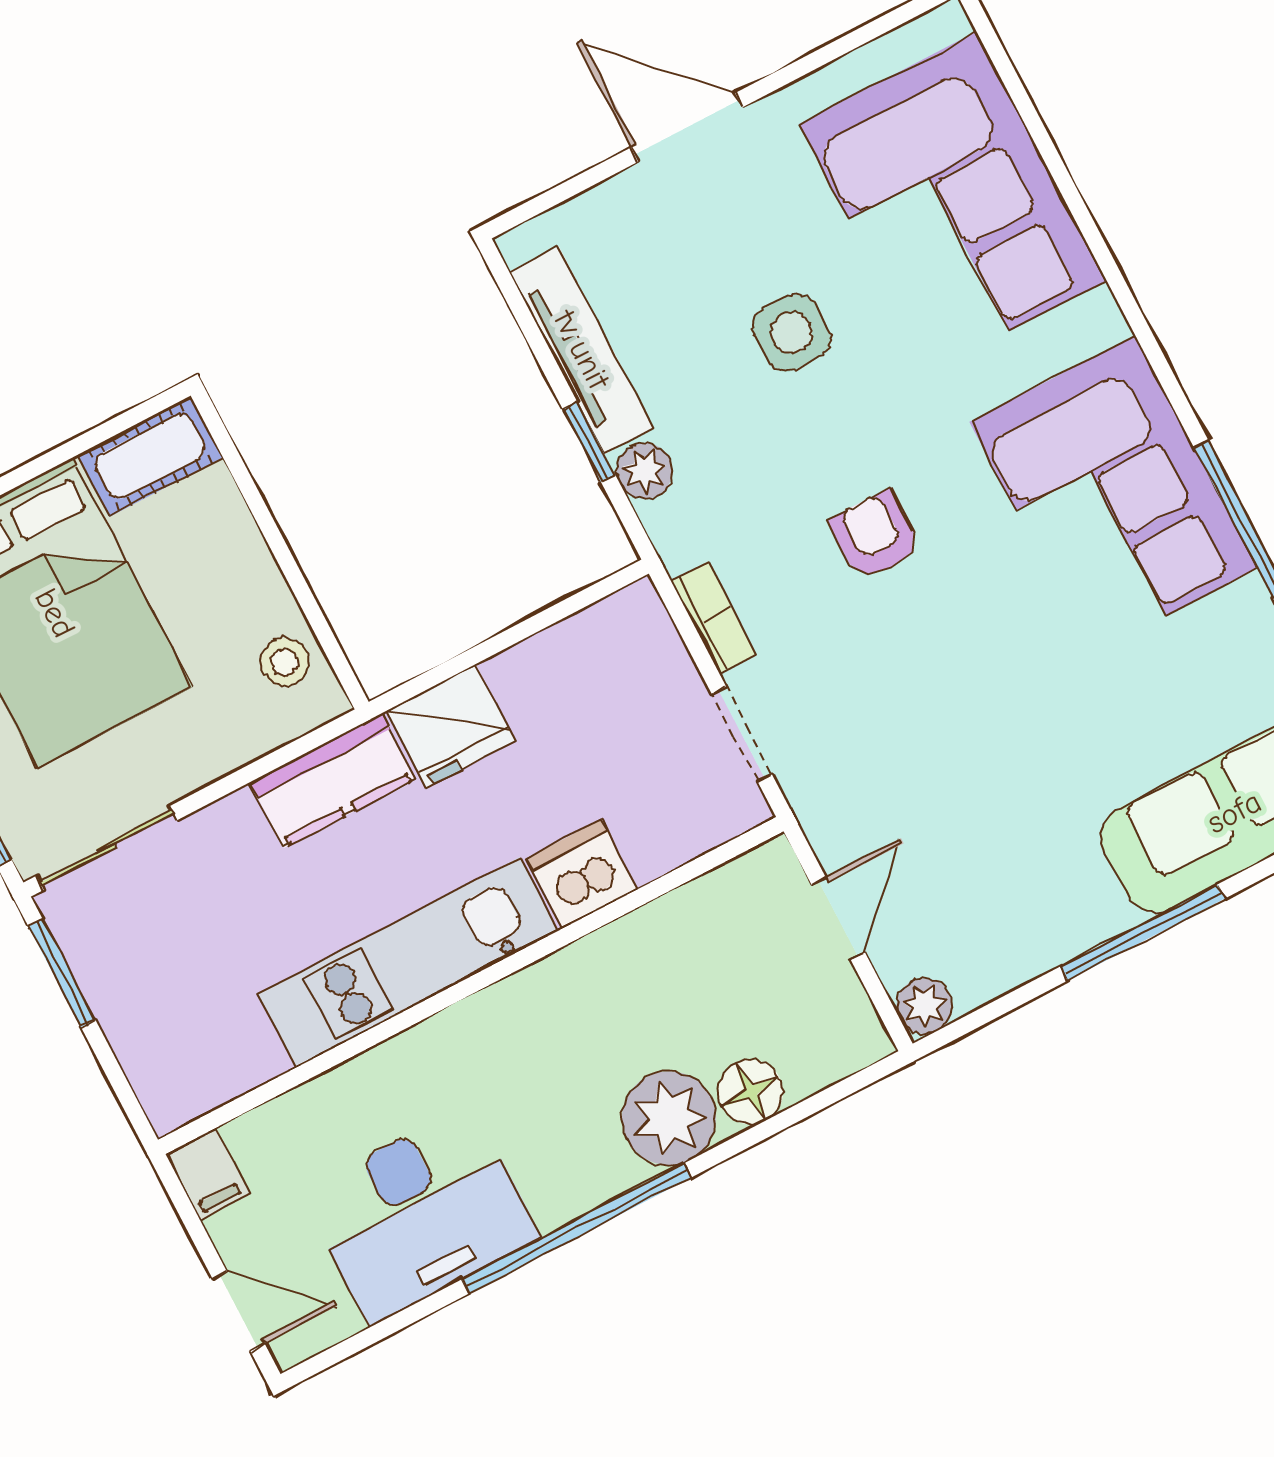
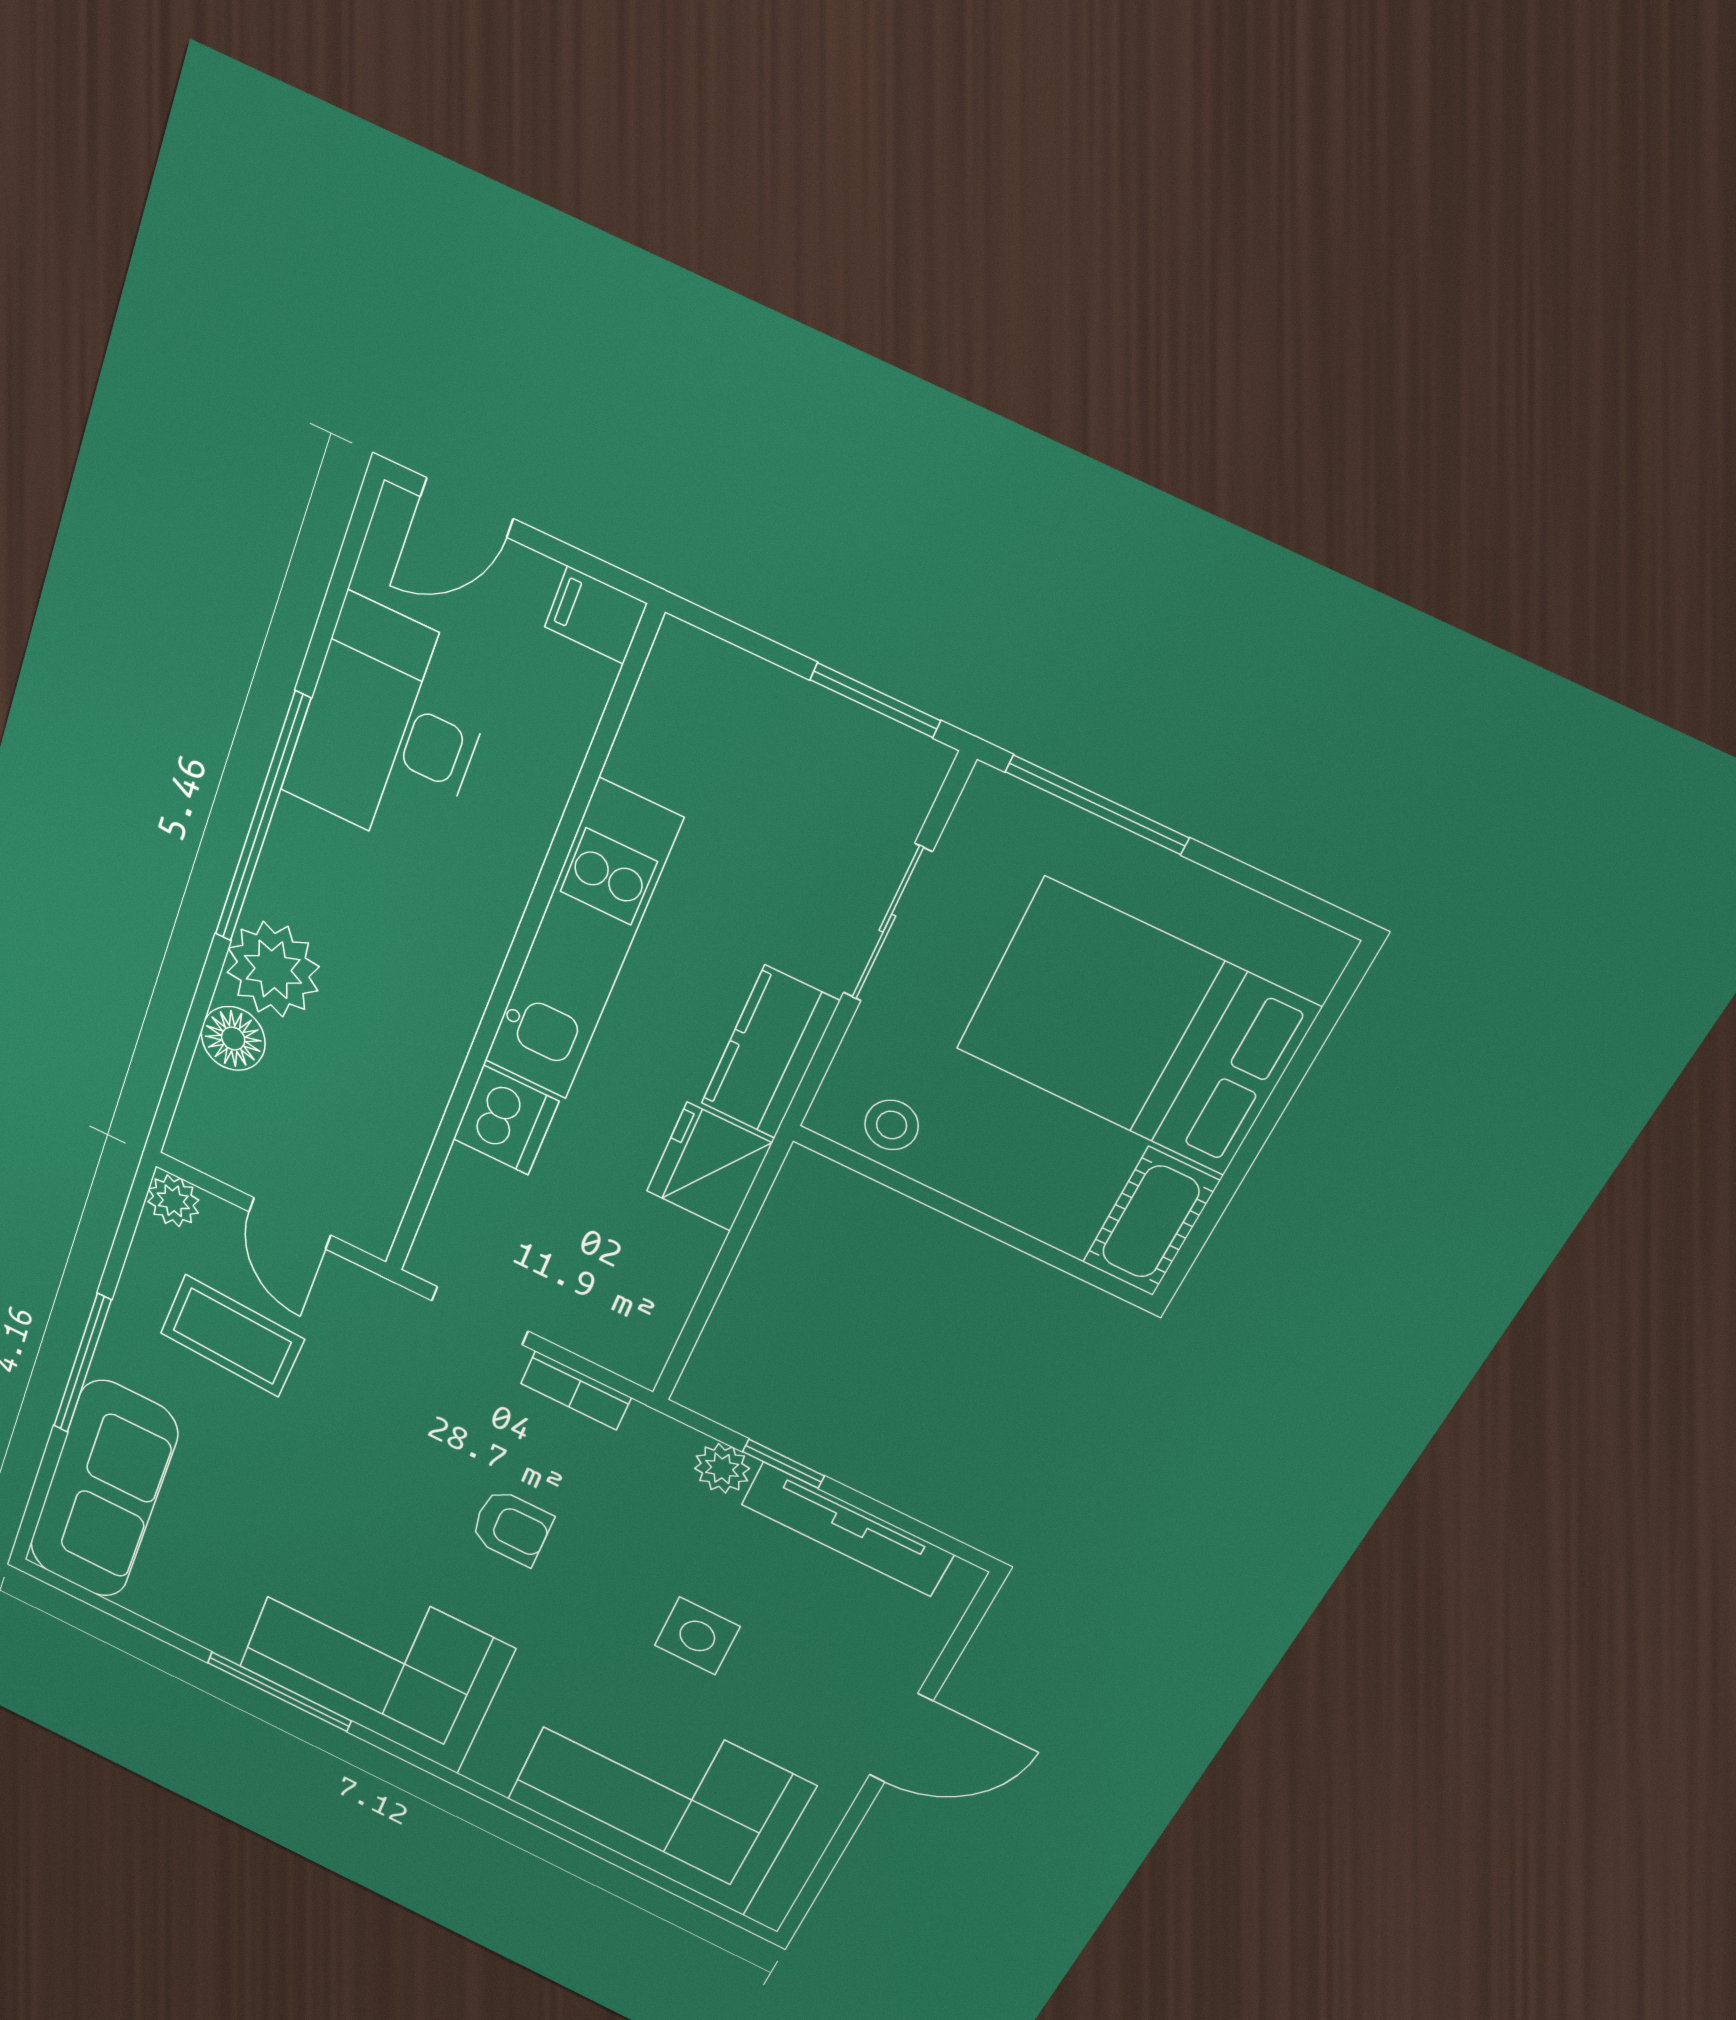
sliding door: (107, 848) -> (887, 923), moved
coffee table: (978, 863) -> (232, 1336), added

